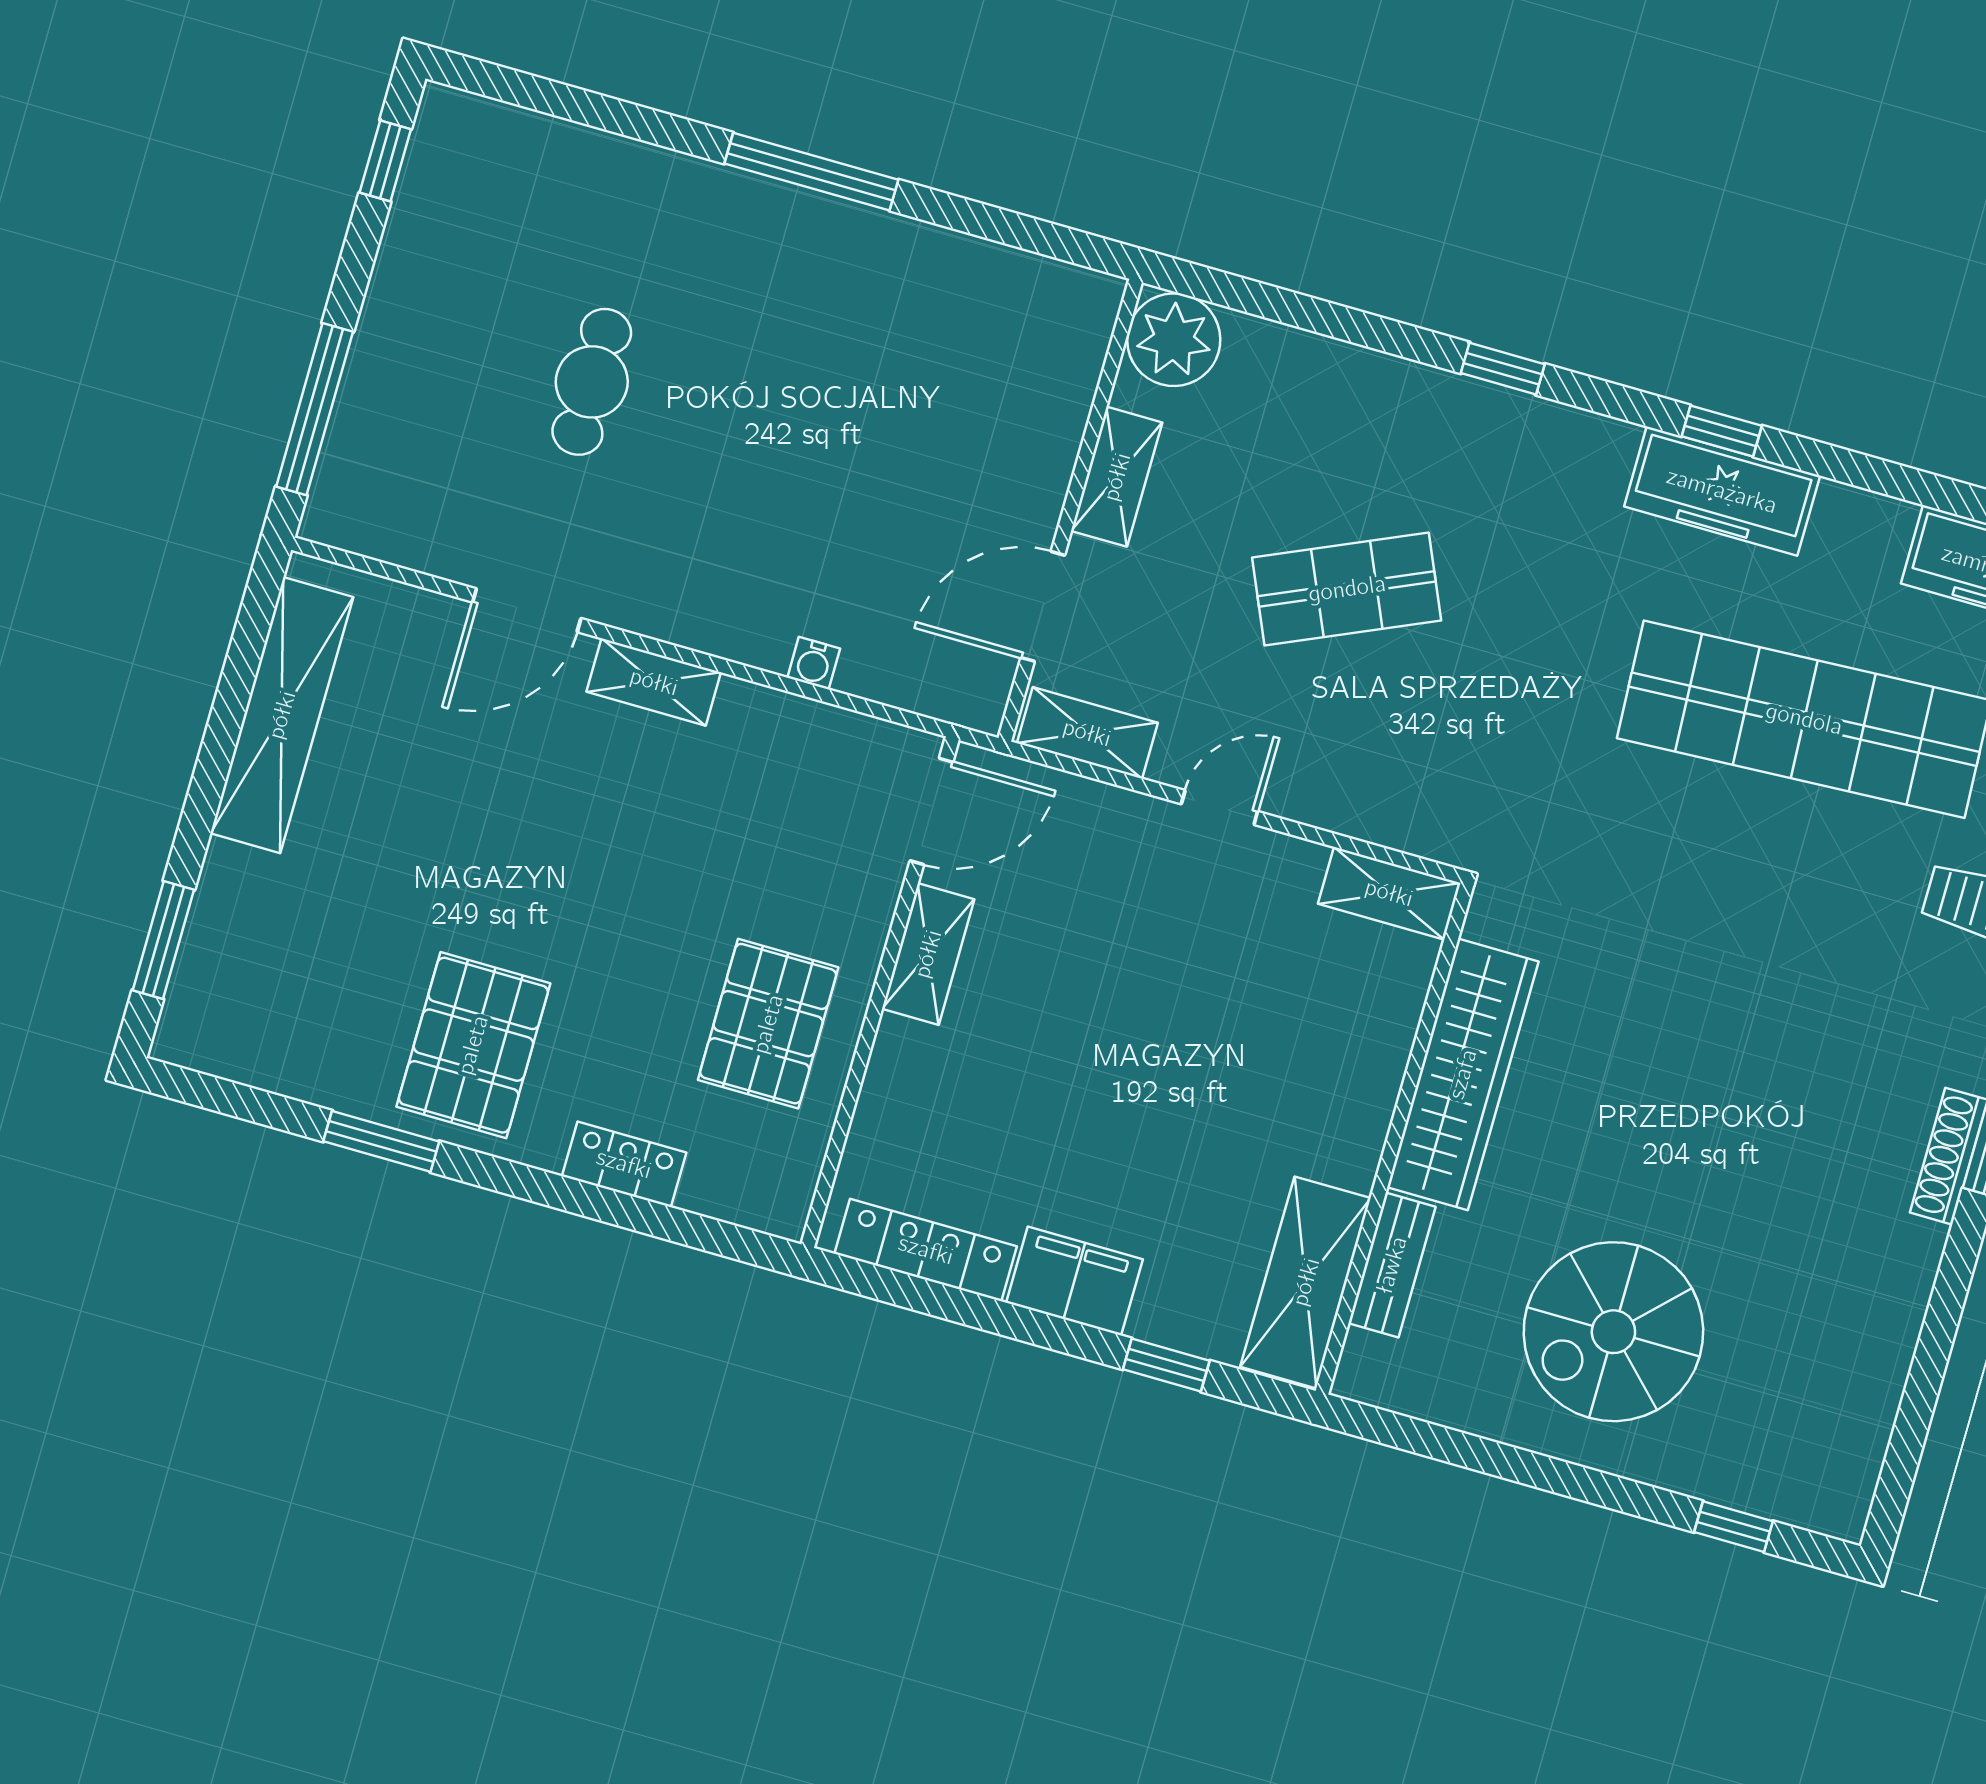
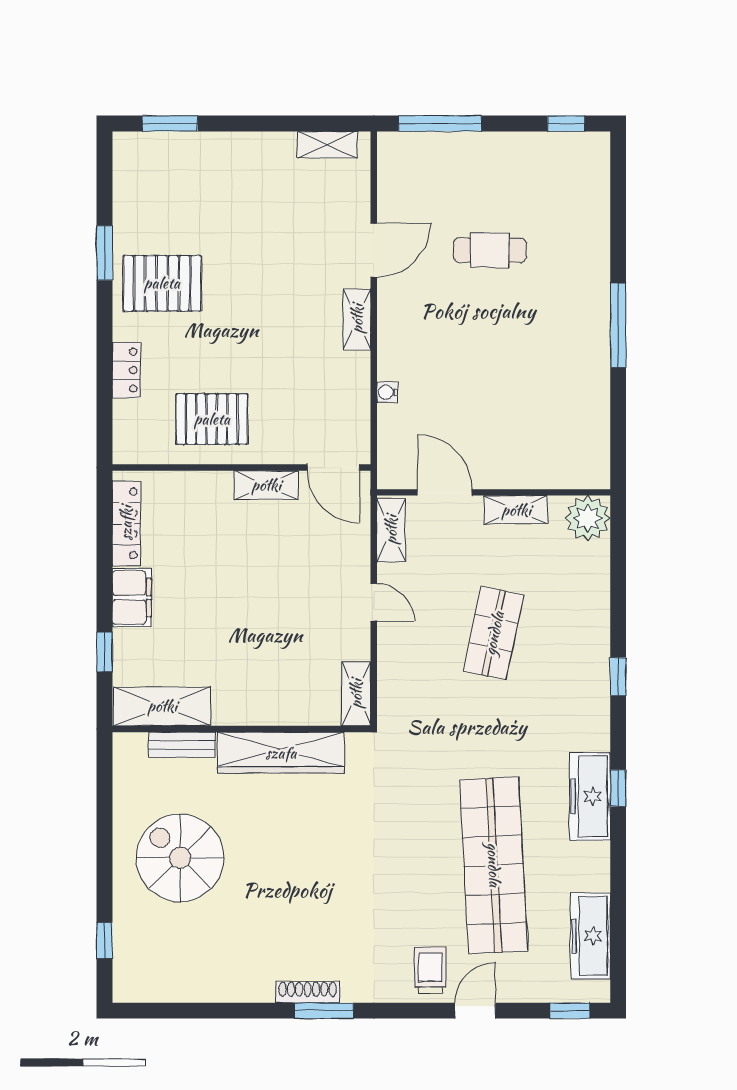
shop shelf: (1347, 589) -> (494, 633), turned 36
door: (527, 610) -> (374, 250), swing flipped
shelving: (282, 715) -> (327, 145), width x0.45, depth x0.75

